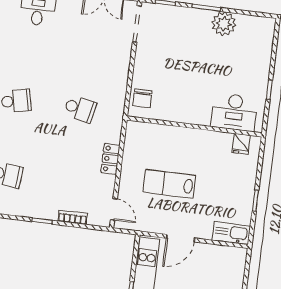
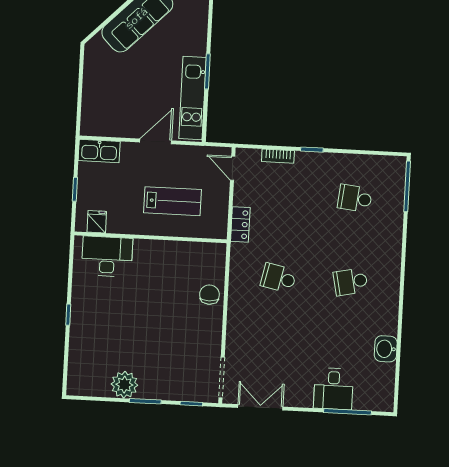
desk: (234, 112) -> (107, 256), moved
wall: (194, 126) -> (151, 237), moved
fridge: (241, 144) -> (97, 222), moved

